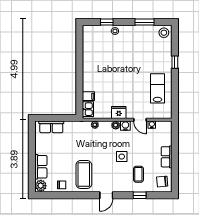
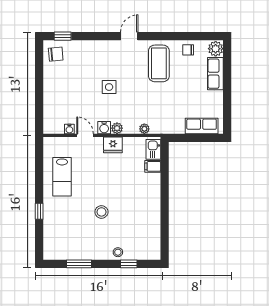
stool: (164, 33) -> (101, 212), moved
row of seats: (167, 157) -> (50, 87), removed
coffee table: (138, 174) -> (87, 64), removed
window: (140, 195) -> (63, 36), moved

